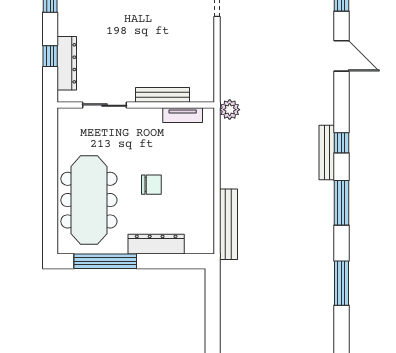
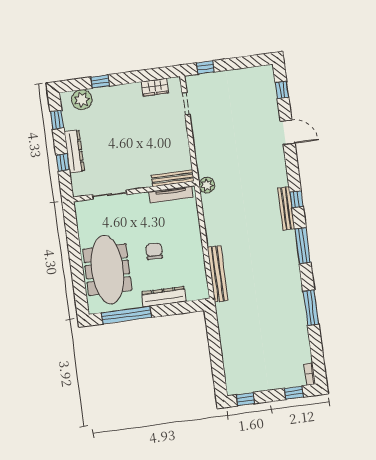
dresser: (67, 63) -> (74, 151), moved
bench: (163, 95) -> (173, 178), moved
tv unit: (183, 115) -> (171, 194), width x1.41
chair: (151, 185) -> (154, 251), turned -90

